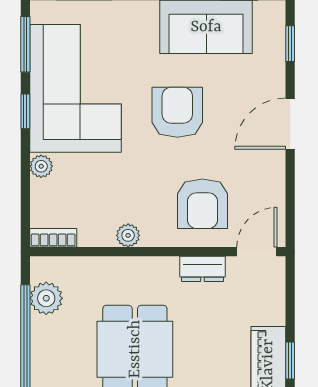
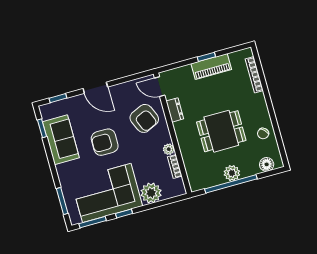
plant: (41, 166) -> (151, 193), width x1.88, depth x1.88
armchair: (202, 204) -> (144, 118), turned 66
bookcase: (53, 238) -> (175, 166), moved
plant: (46, 298) -> (232, 173), moved

